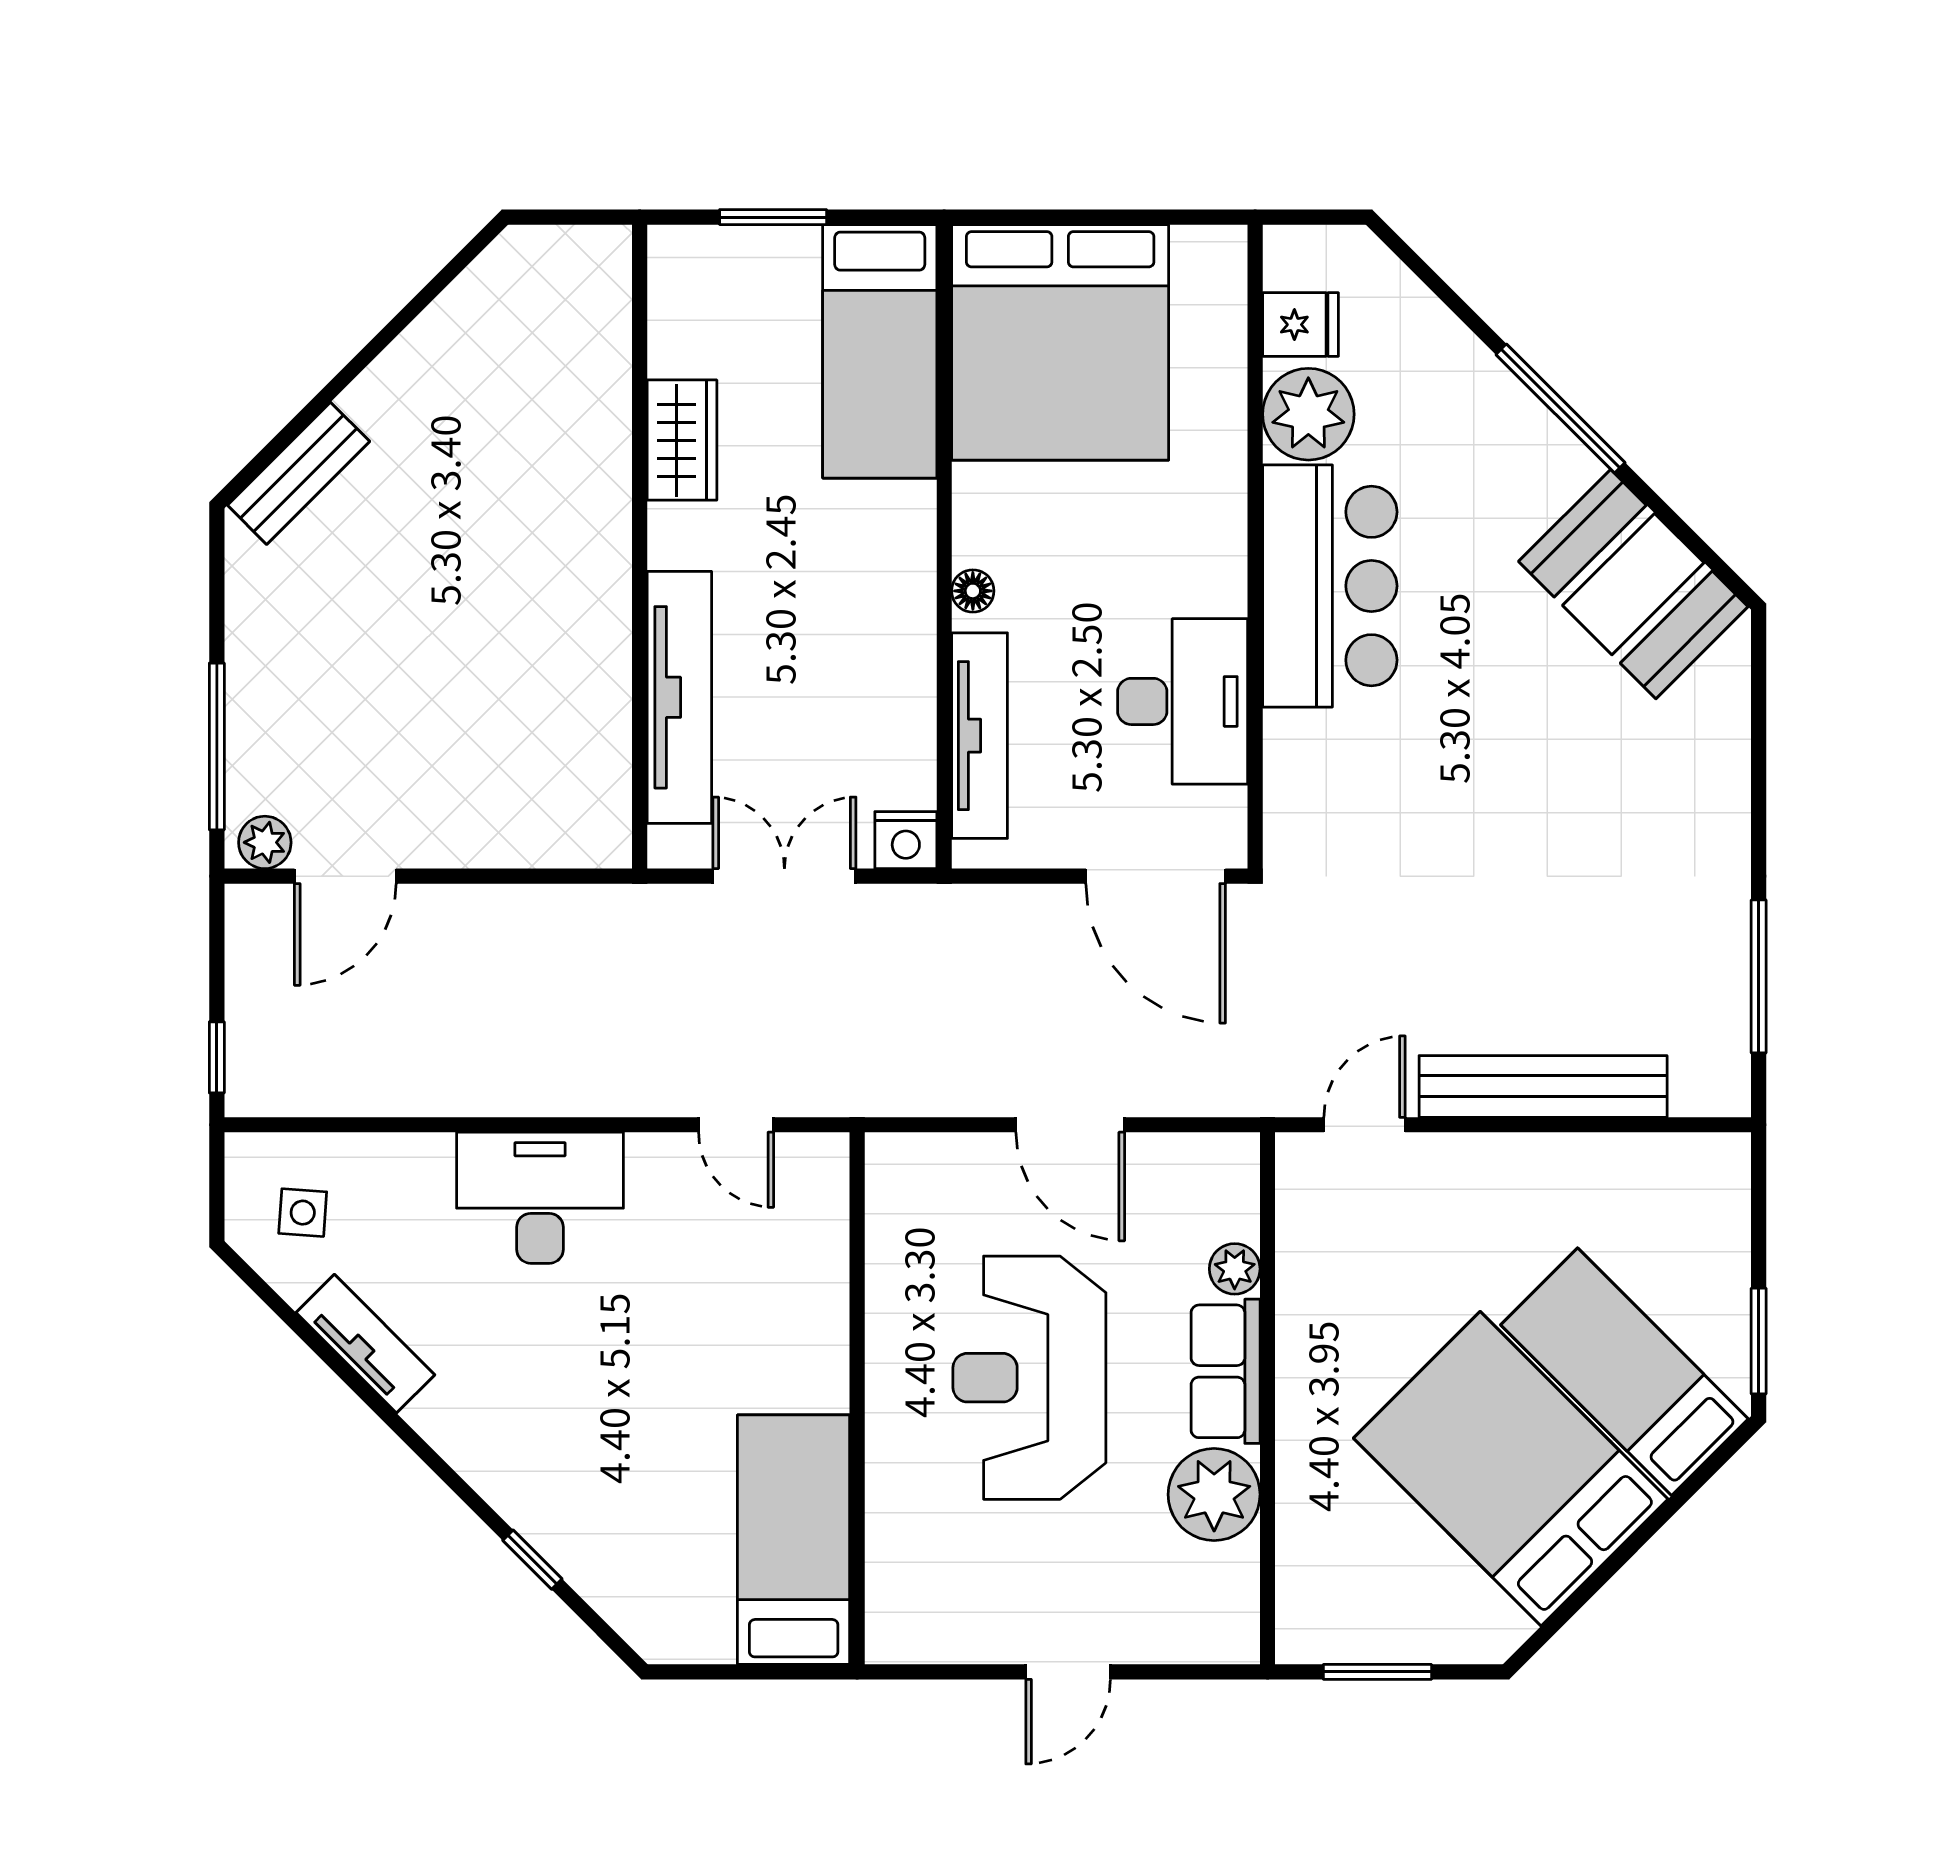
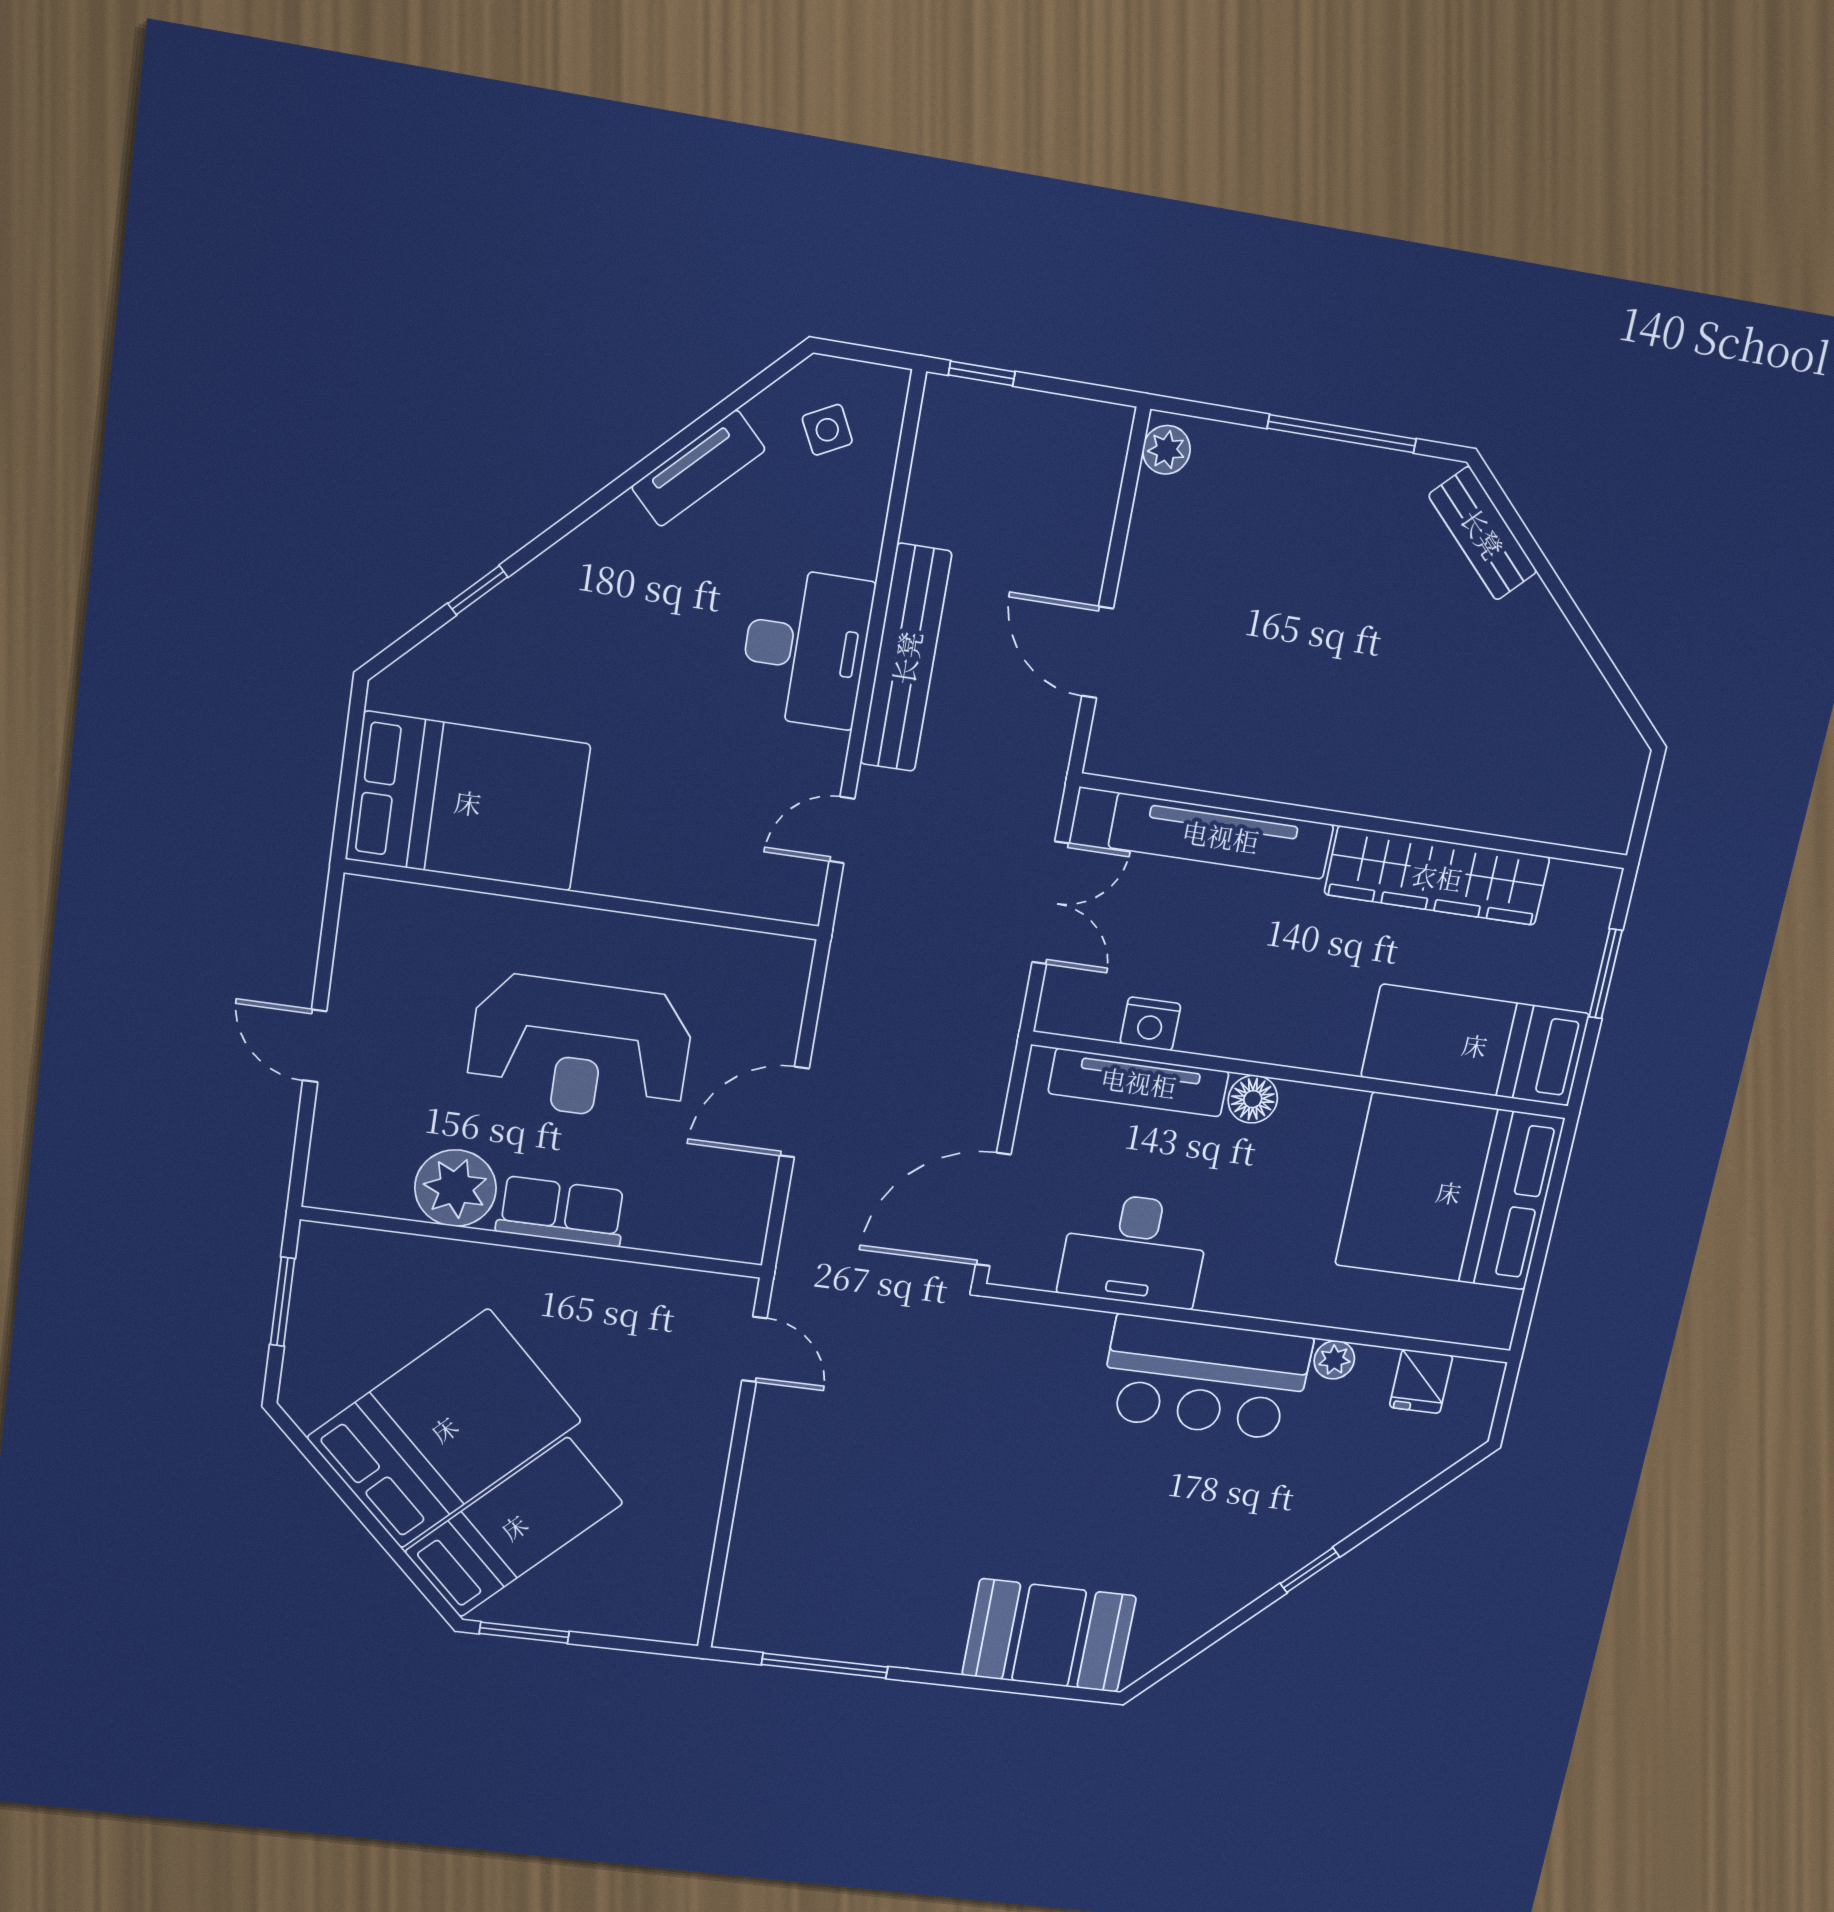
window: (1561, 409) -> (1310, 1570), width x0.46
plant: (1308, 414) -> (1334, 1360), width x0.53, depth x0.53
wardrobe: (682, 440) -> (1437, 876), width x2.10, depth x1.17
booth: (1633, 584) -> (1049, 1636), moved, turned 45
floor lamp: (973, 591) -> (1253, 1099), width x1.37, depth x1.37
window: (217, 746) -> (1342, 434), moved
nightstand: (906, 840) -> (1150, 1024), moved, turned -90
door: (345, 876) -> (1098, 652), moved
bench: (1543, 1086) -> (906, 658), moved
side table: (303, 1213) -> (827, 430), turned -31
plant: (1235, 1269) -> (649, 1230), removed
reception desk: (1029, 1378) -> (580, 1049), turned 180
bed: (794, 1540) -> (468, 802), width x1.50

